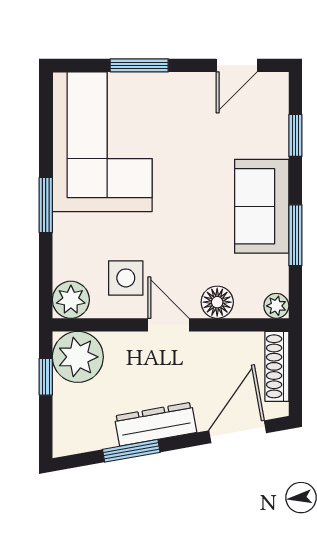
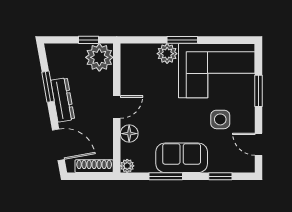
side table: (126, 278) -> (220, 119), moved
plant: (71, 300) -> (167, 54), moved

